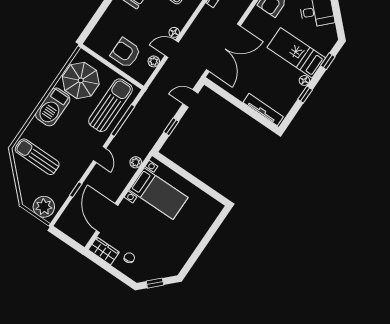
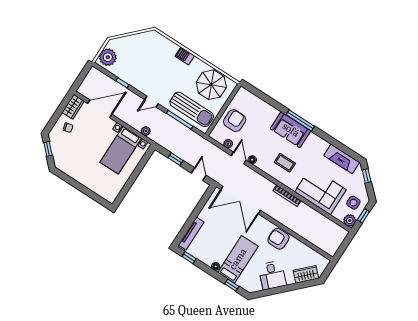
window: (305, 95) -> (189, 258), moved
barbecue: (53, 107) -> (185, 56), width x0.53, depth x0.65
sun lounger: (37, 157) -> (148, 51), removed

